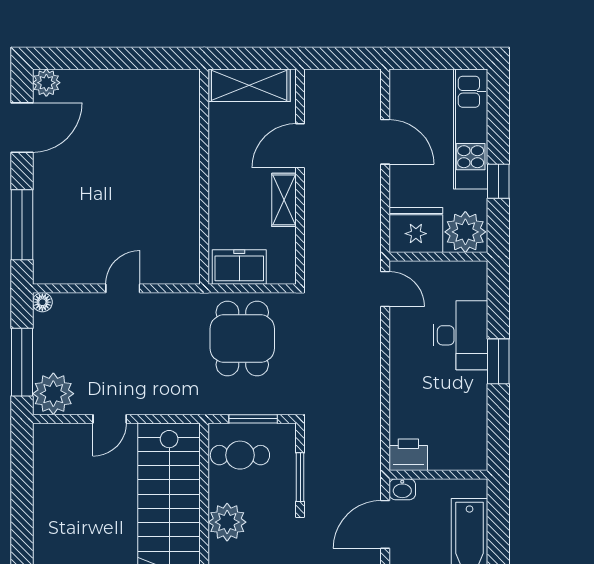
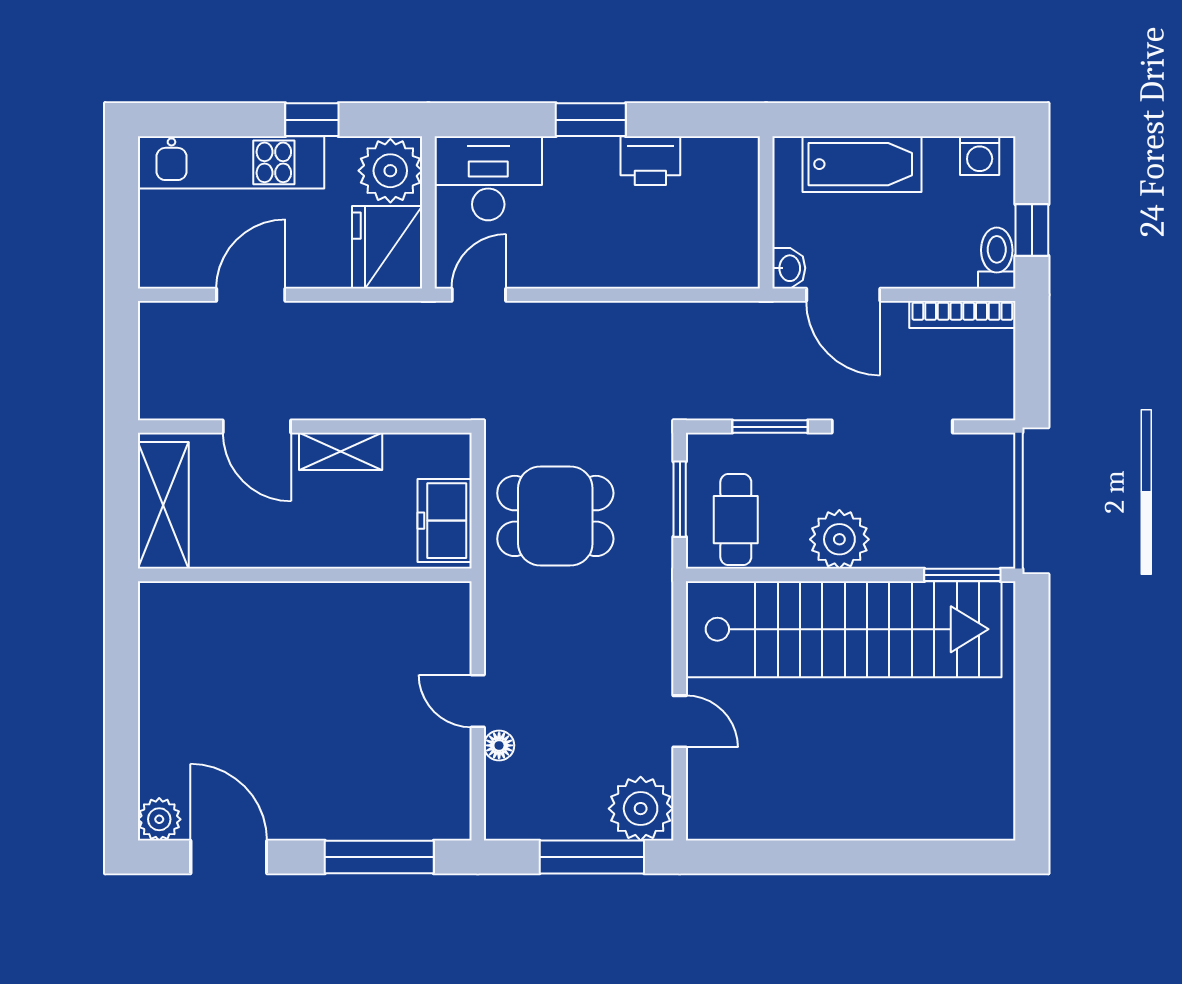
floor lamp: (42, 302) -> (499, 745), moved
desk: (460, 335) -> (488, 178), moved
printer: (408, 455) -> (650, 161), moved, turned -90

